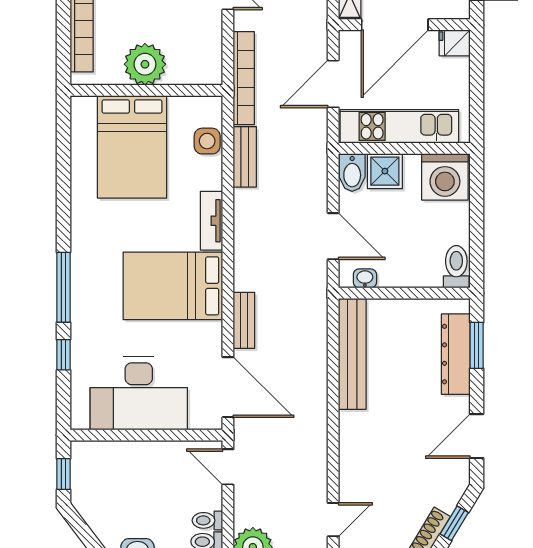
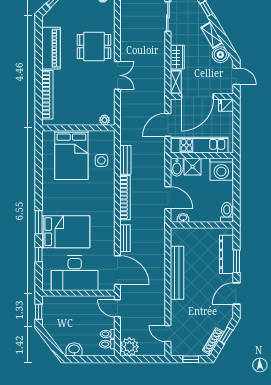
plant: (145, 64) -> (105, 120), moved, width x0.53, depth x0.53
bookcase: (244, 78) -> (125, 198), moved
side table: (207, 141) -> (101, 160), moved
tv unit: (211, 221) -> (109, 190), removed
bed: (173, 286) -> (66, 232), moved, turned 180
window: (64, 287) -> (39, 222), width x0.69
window: (477, 345) -> (237, 261), moved
bench: (352, 354) -> (177, 273), moved
door: (333, 520) -> (168, 334), swing flipped

